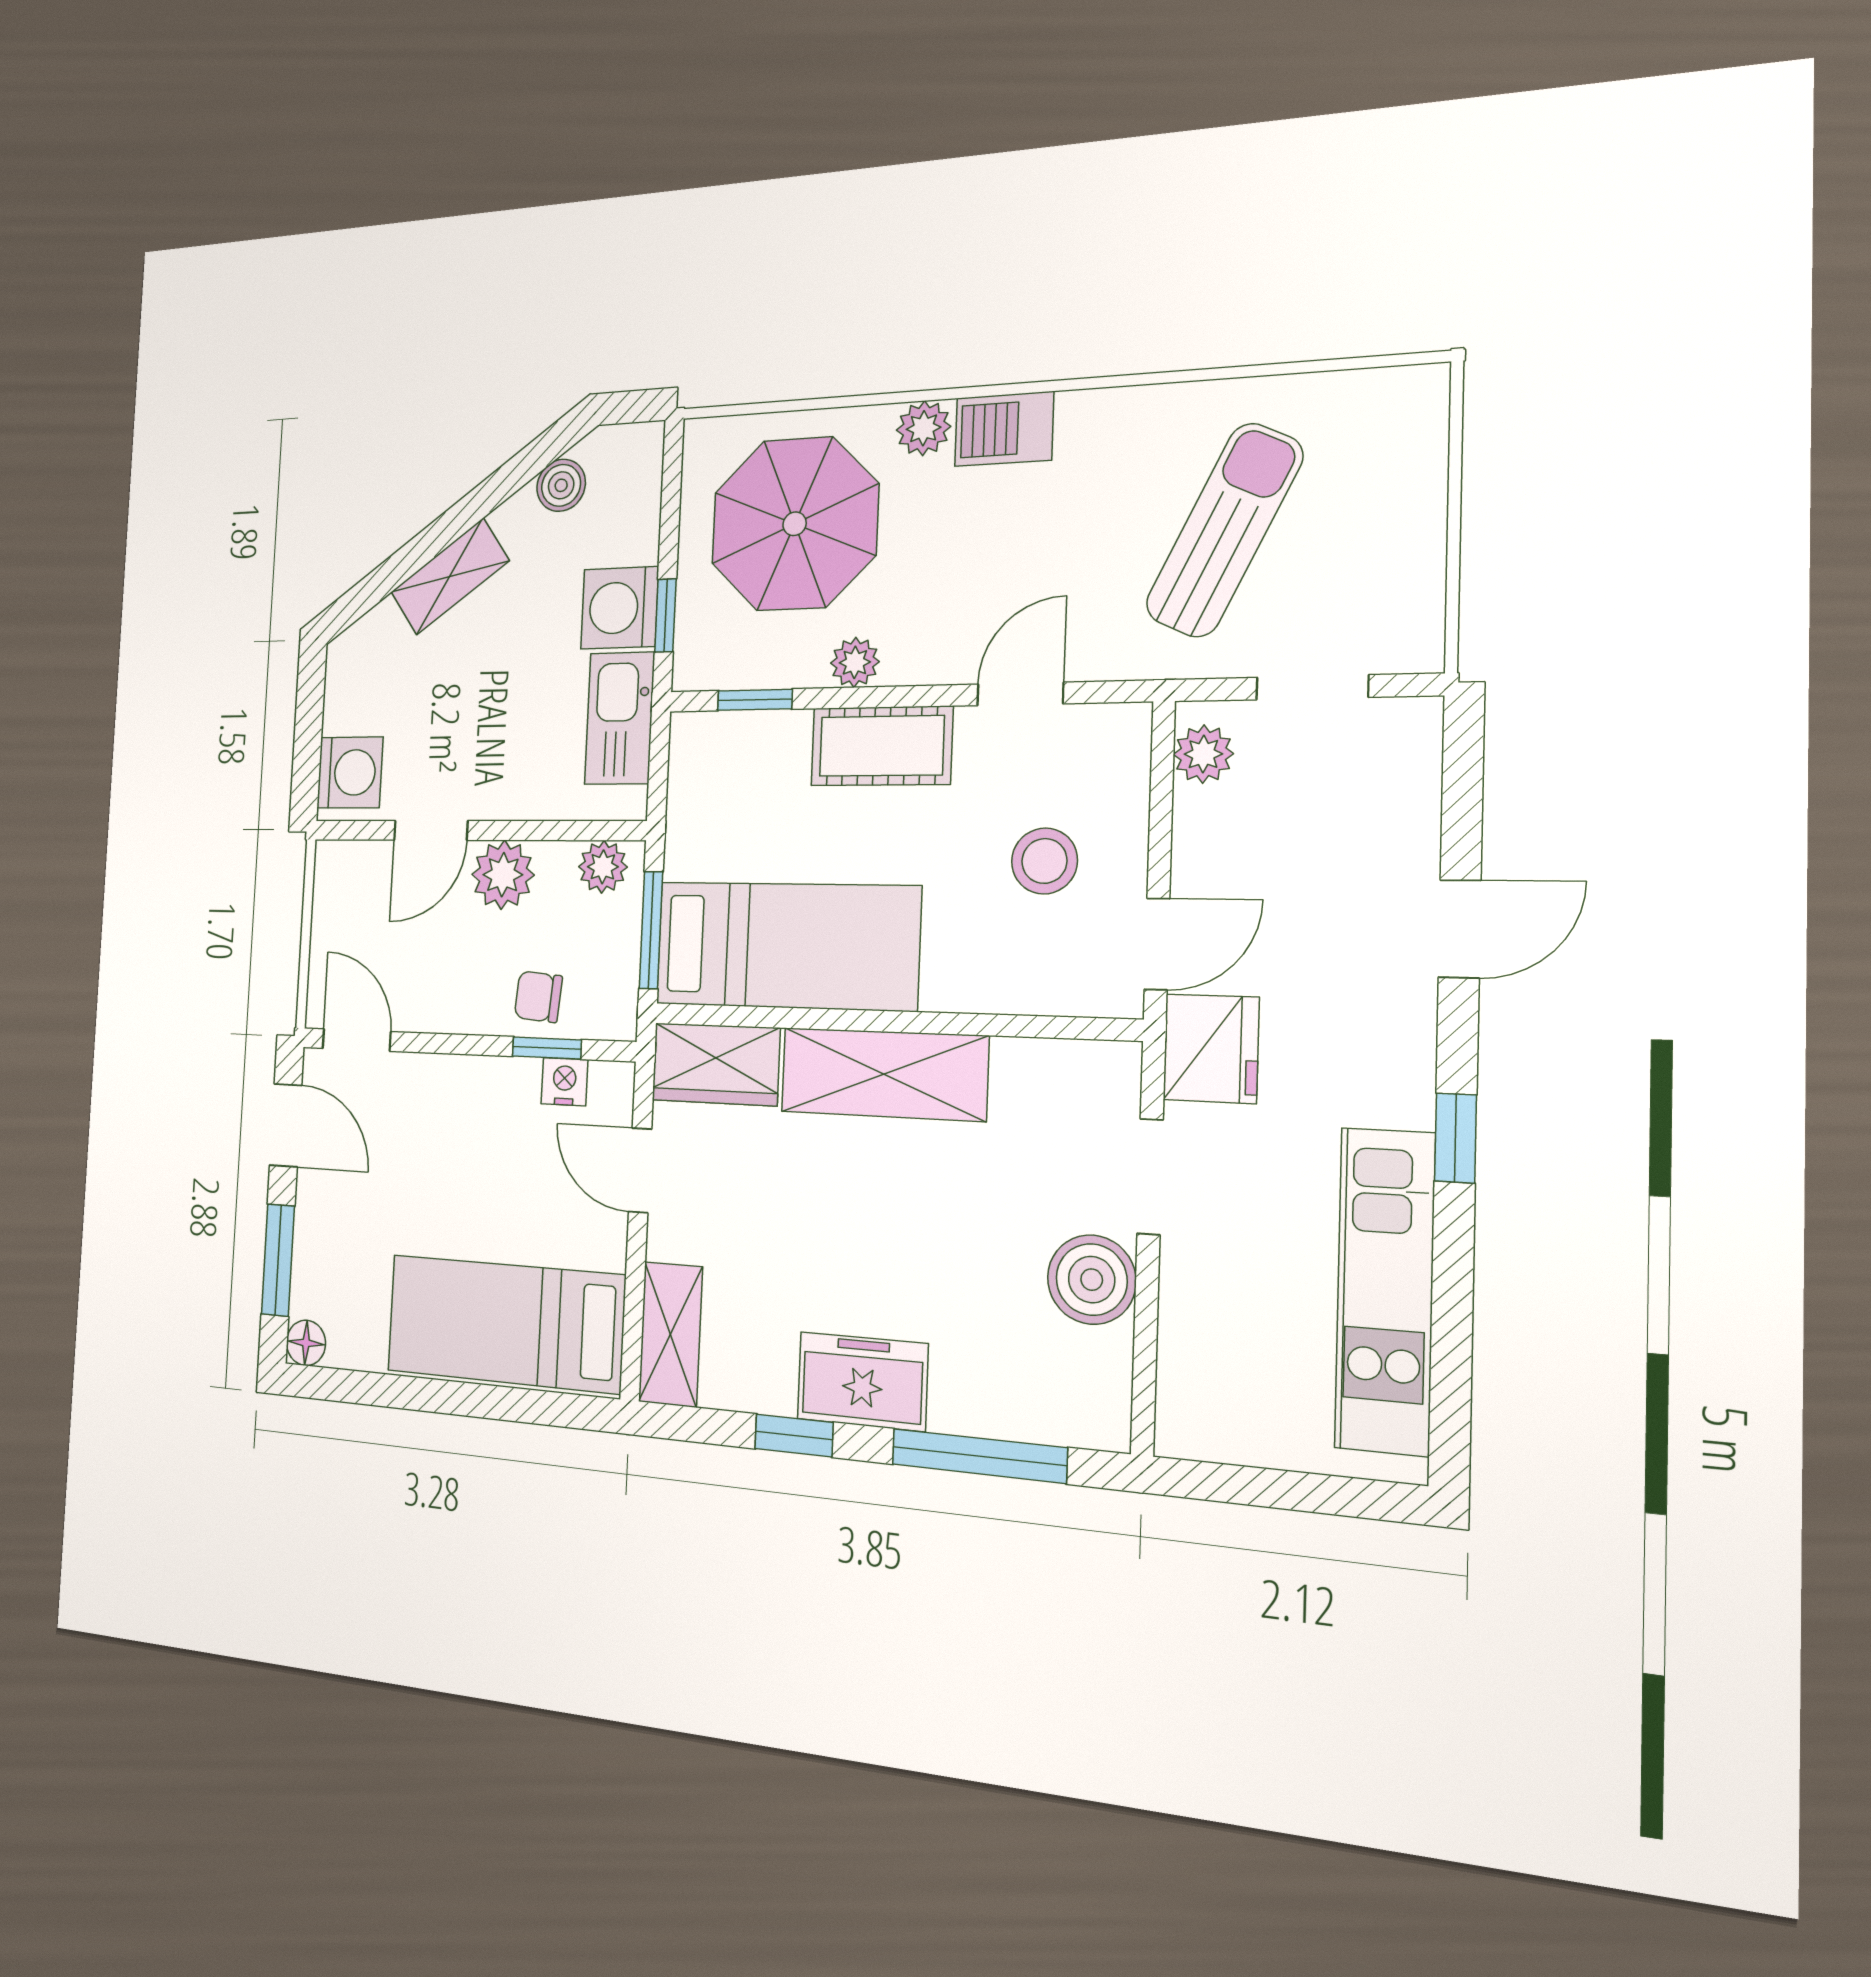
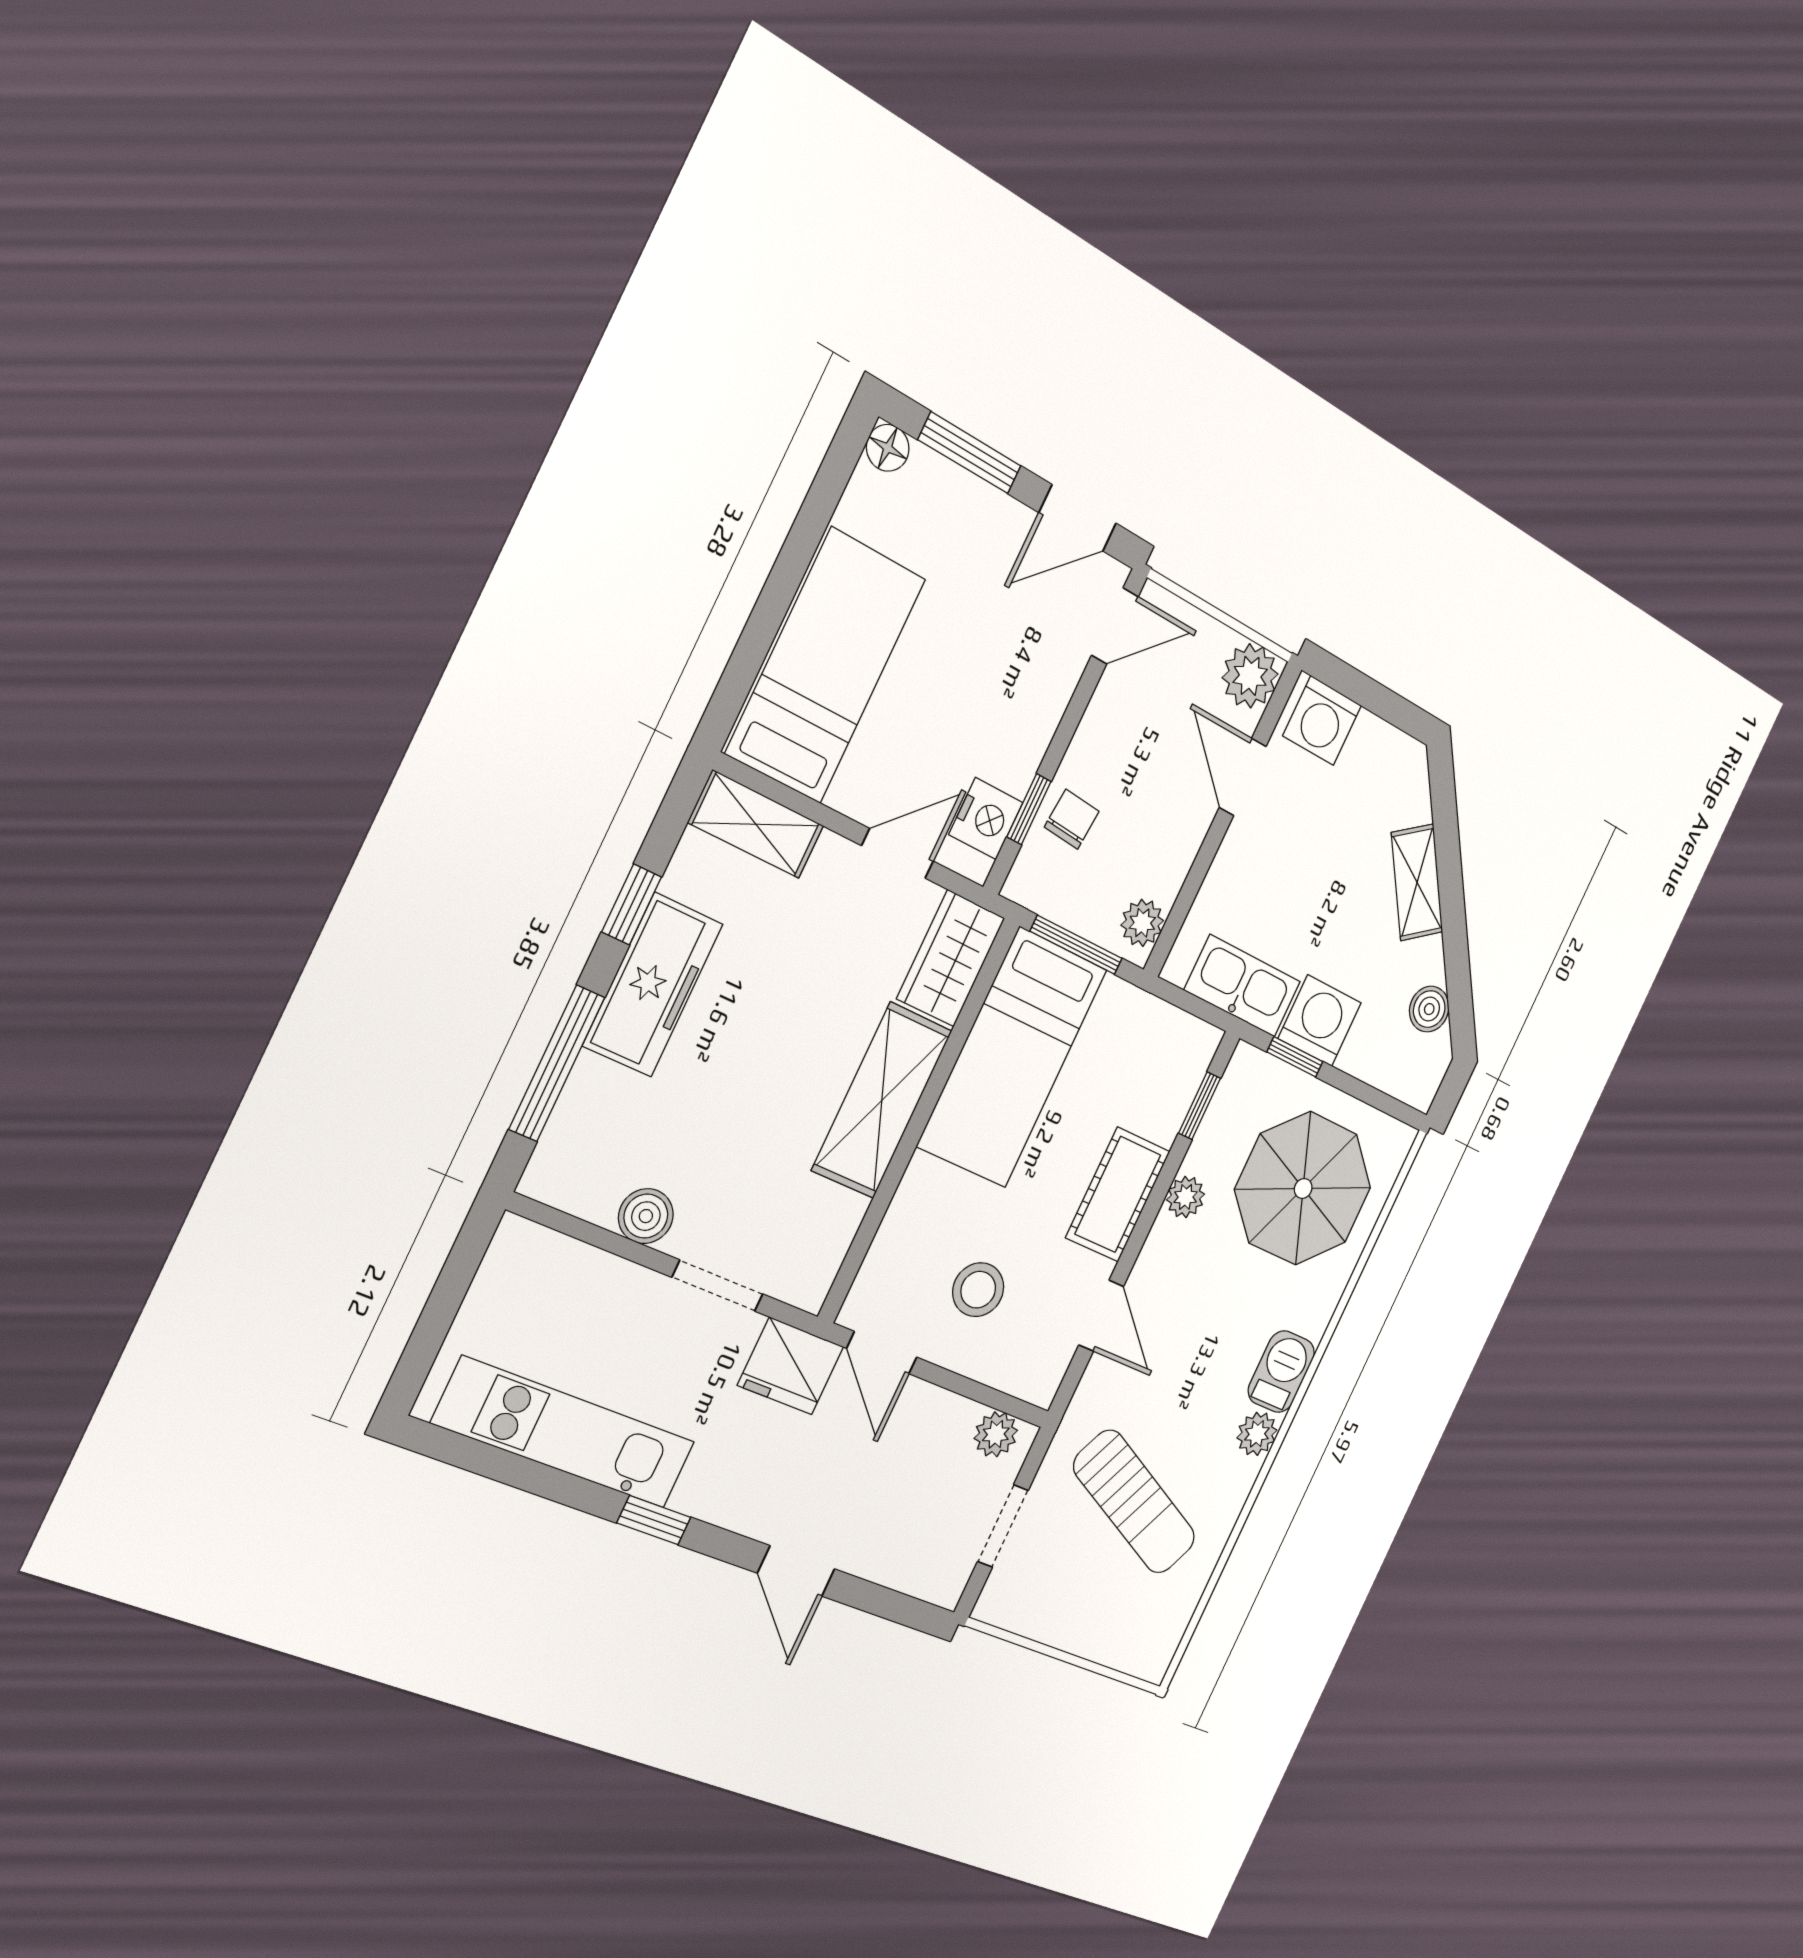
plant: (924, 428) -> (1257, 1434), moved
plant: (503, 875) -> (1250, 676), moved
nightstand: (564, 1082) -> (986, 819), width x1.39, depth x1.35
boiler: (1092, 1280) -> (646, 1216), width x0.73, depth x0.73
freezer: (862, 1381) -> (653, 985), width x1.40

